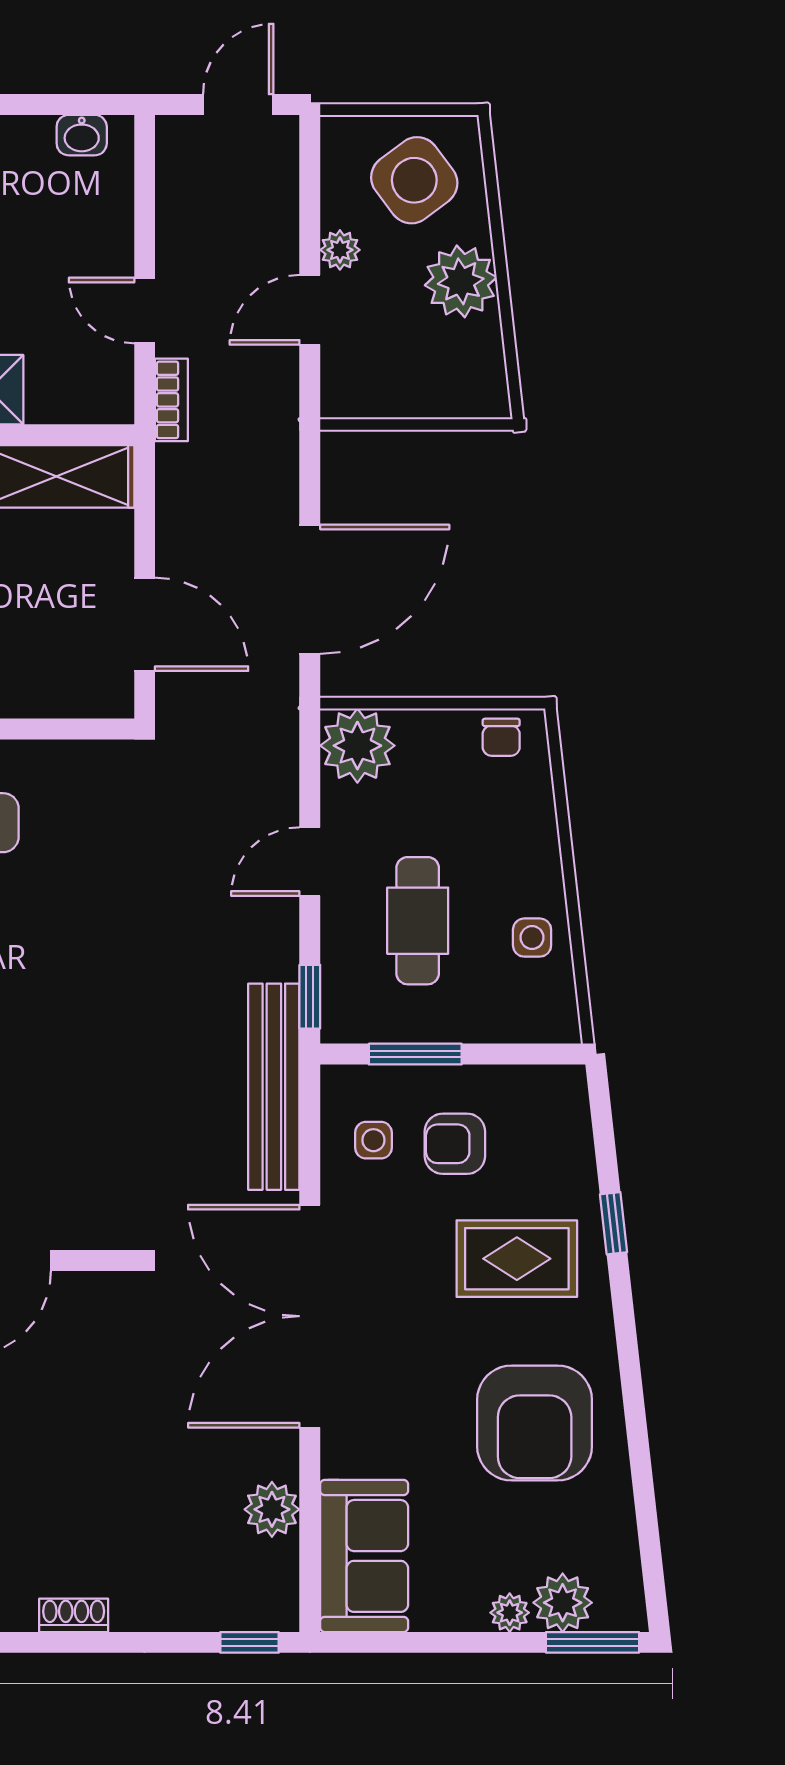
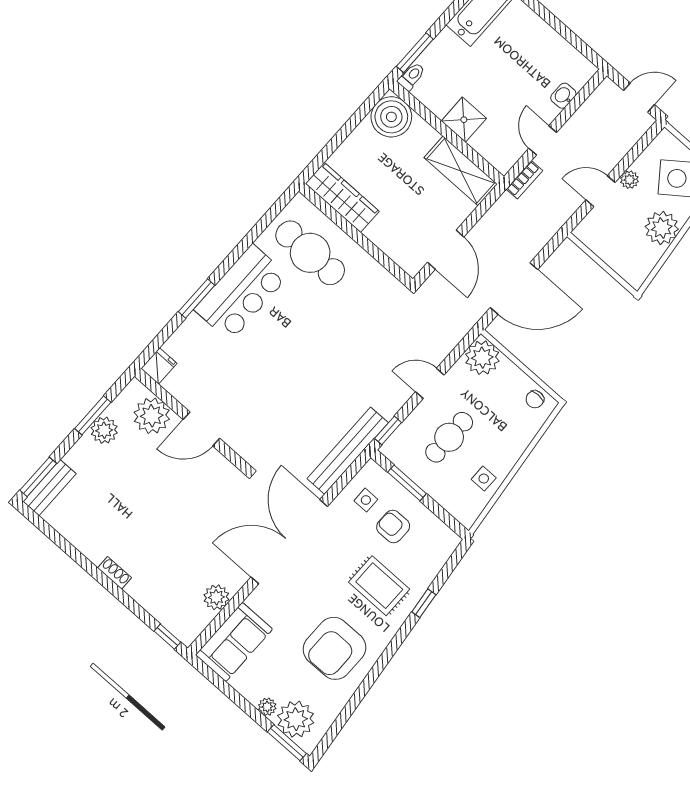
washbasin: (82, 135) -> (563, 96), moved, turned 90
plant: (563, 1603) -> (296, 719), width x1.36, depth x1.36

